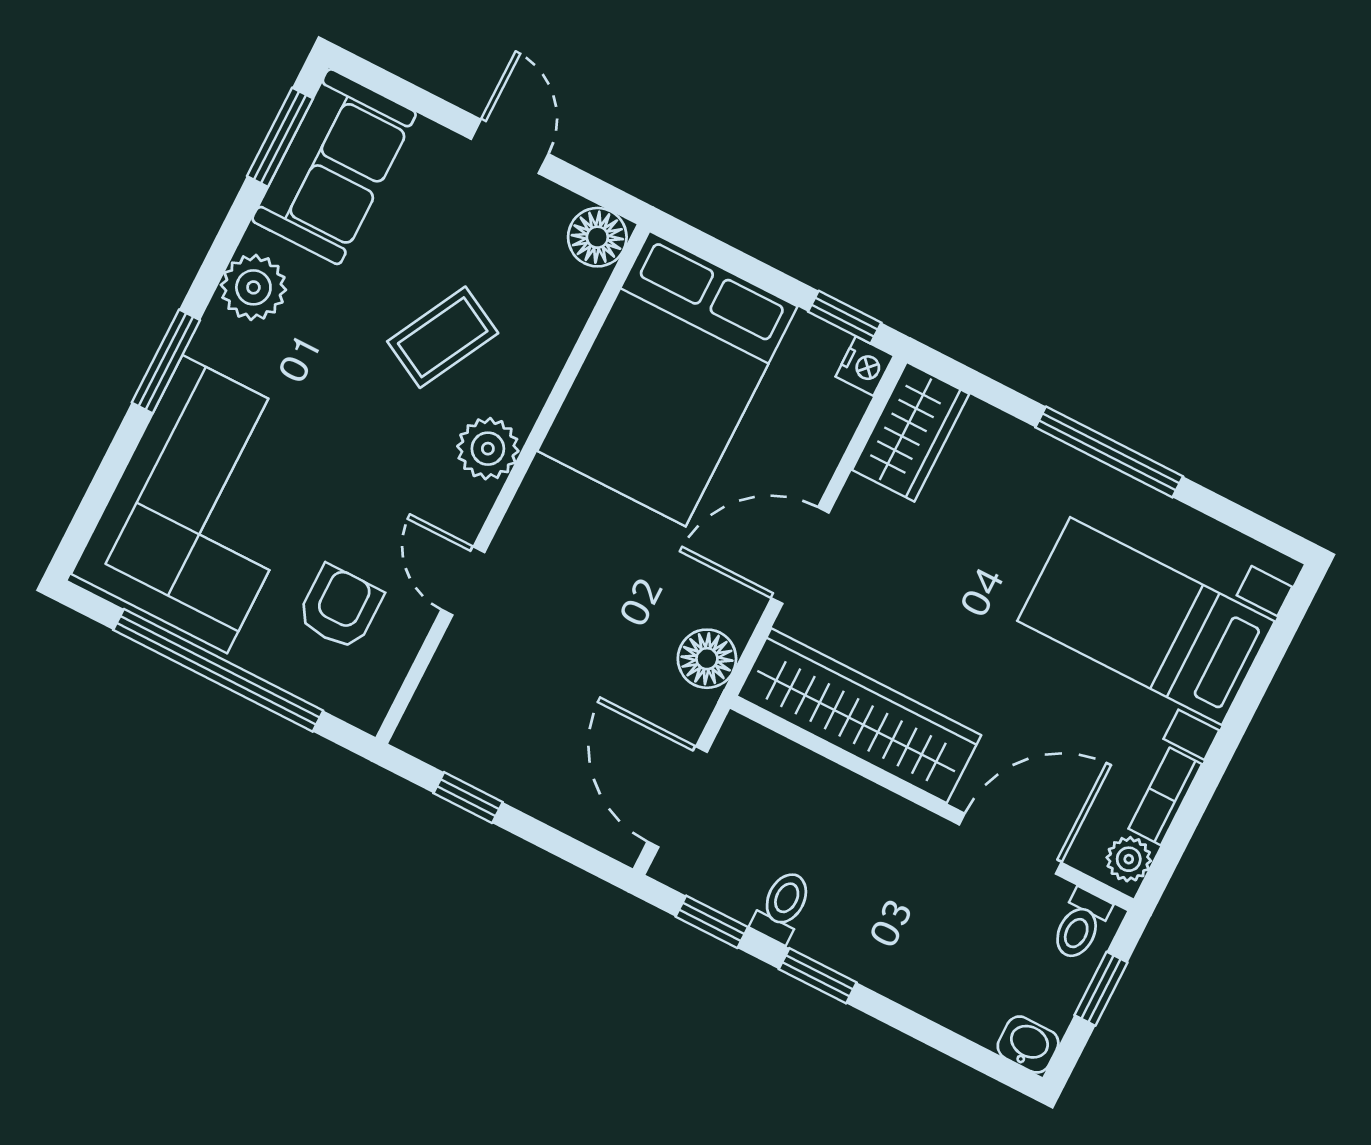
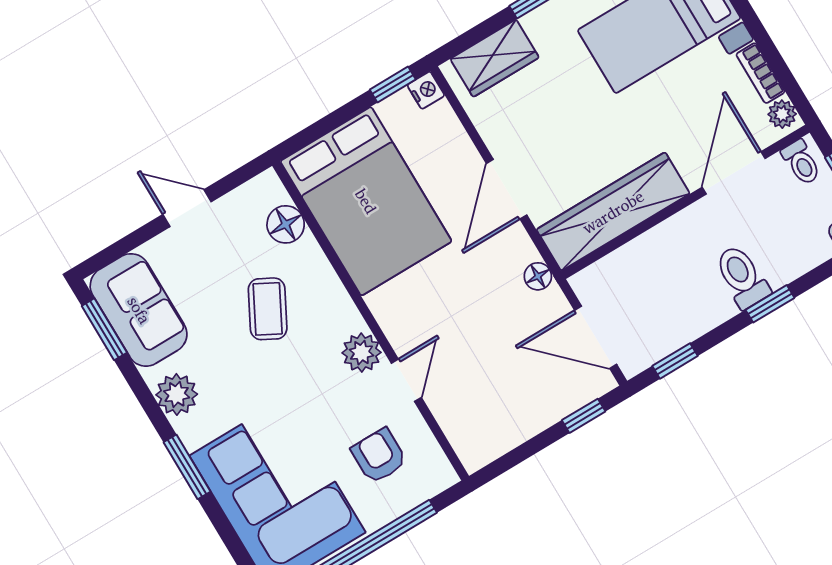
floor lamp: (597, 237) -> (286, 224), moved
wardrobe: (911, 432) -> (495, 58), moved, turned 90
plant: (488, 449) -> (362, 353), moved
door: (463, 581) -> (406, 380), swing flipped
floor lamp: (707, 659) -> (538, 276), width x0.73, depth x0.73
window: (468, 798) -> (584, 416), moved
toilet: (782, 906) -> (742, 277), moved, width x1.37, depth x1.39
window: (818, 976) -> (770, 304), moved

